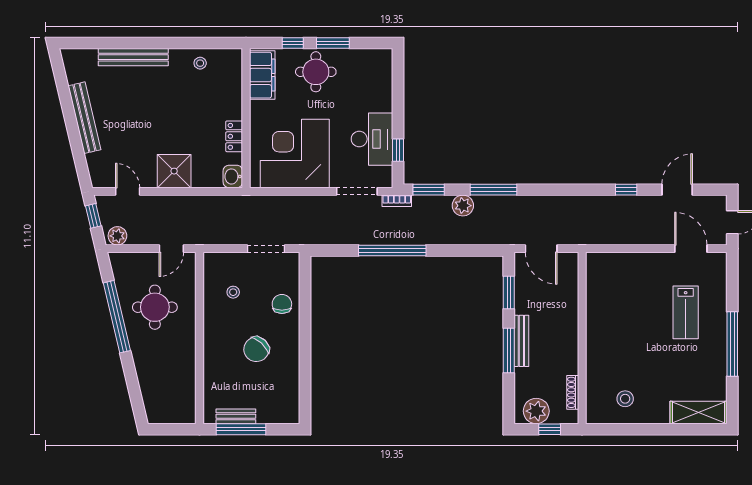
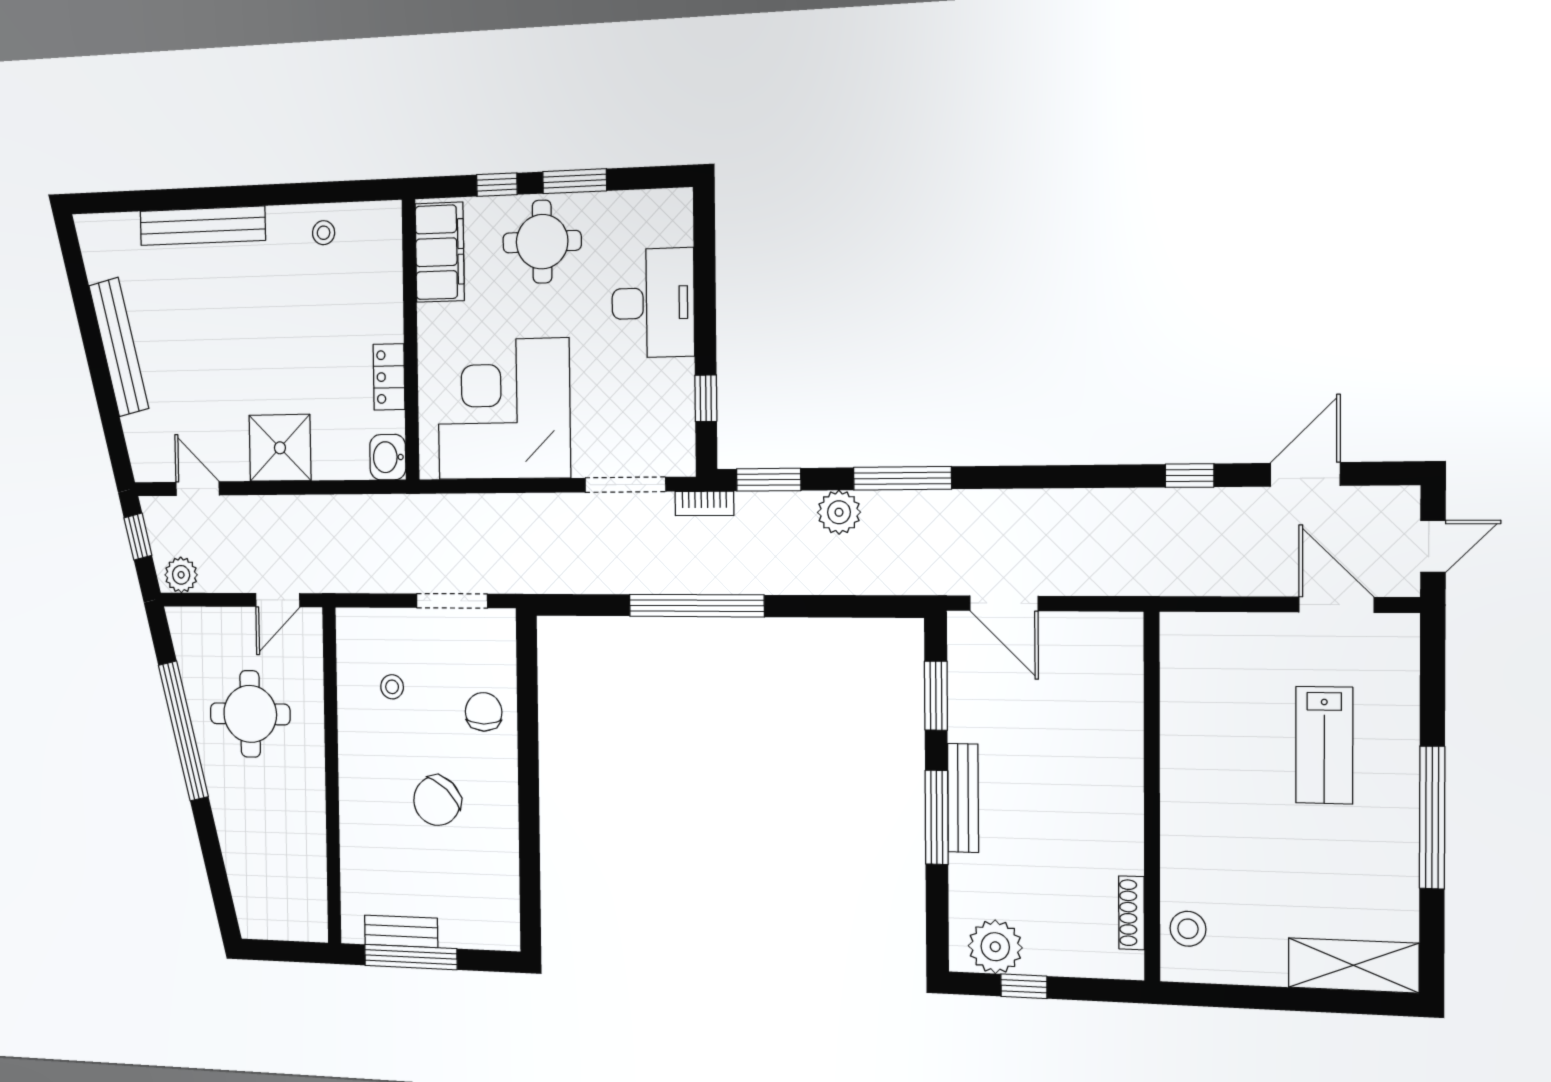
desk: (372, 139) -> (653, 303), moved
wall: (582, 338) -> (1152, 797), moved
shoe rack: (573, 392) -> (1132, 913), moved

